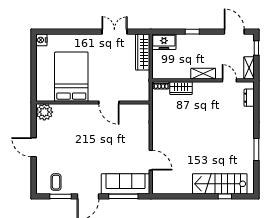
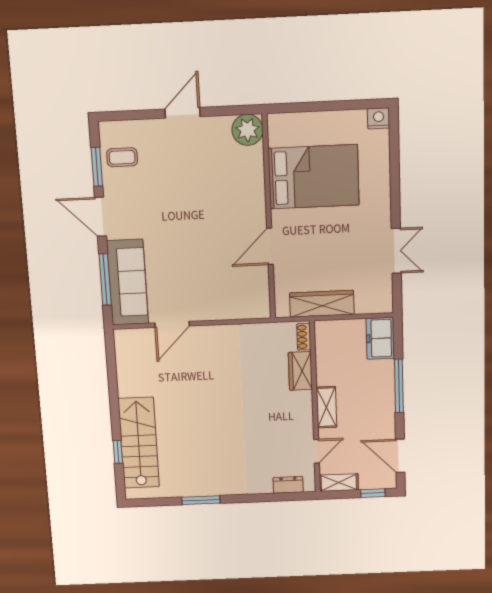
window: (192, 32) -> (399, 386), width x2.17
door: (234, 32) -> (400, 456), swing flipped
wardrobe: (143, 52) -> (322, 304), moved

